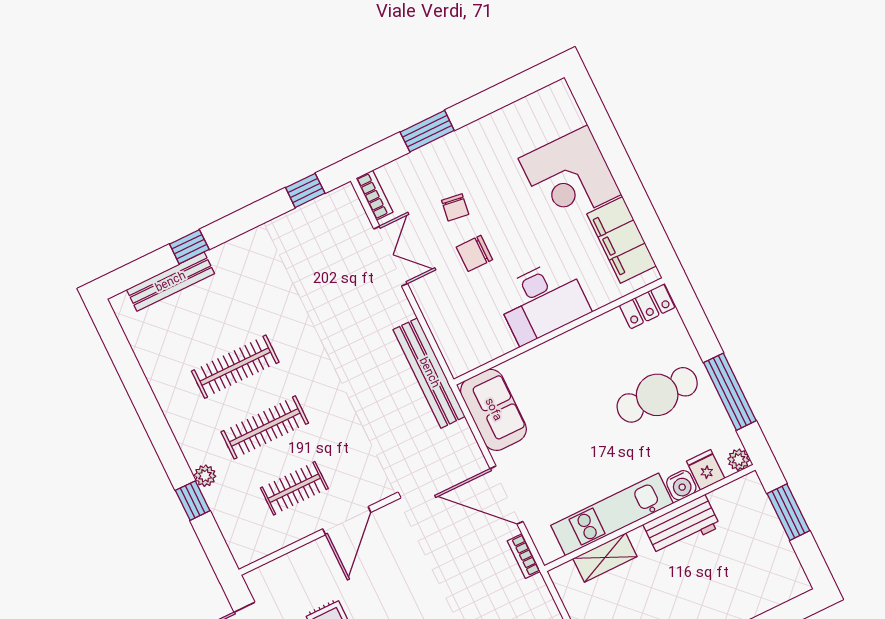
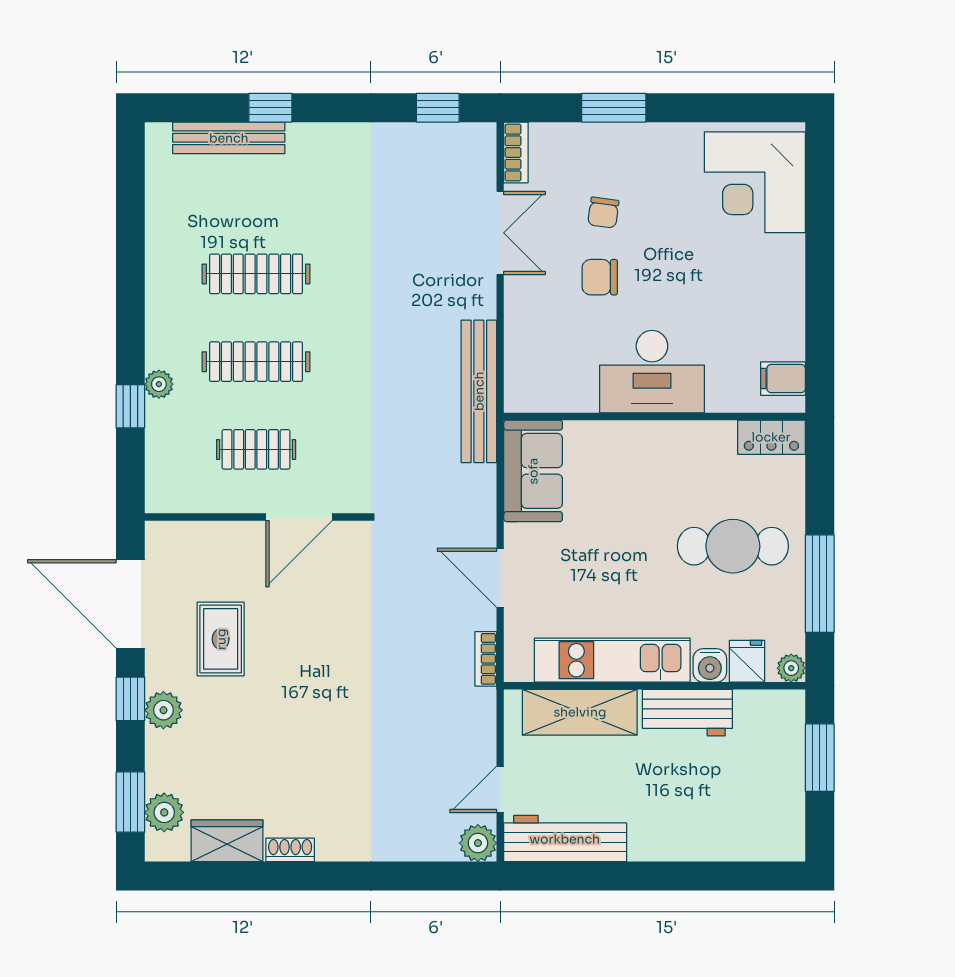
corner desk: (570, 176) -> (755, 182), moved
filing cabinet: (622, 240) -> (783, 379), width x0.33, depth x0.86
door: (507, 495) -> (500, 578), width x0.73
shelving: (605, 558) -> (580, 712), width x1.50, depth x1.33

